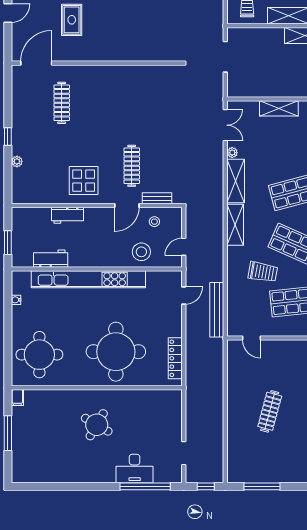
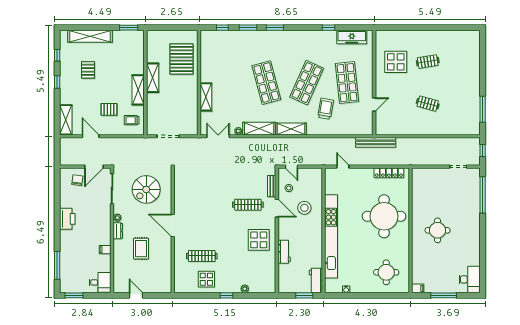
rug: (72, 20) -> (141, 249), turned 90
spiral stairs: (152, 27) -> (146, 189), added
door: (36, 63) -> (173, 226), moved
display table: (30, 109) -> (206, 279), added
door: (184, 247) -> (291, 167), moved
stool: (141, 252) -> (304, 208), moved
workbench: (51, 259) -> (316, 280), moved
bench: (217, 310) -> (376, 142), moved
door: (252, 338) -> (374, 104), moved
round table: (39, 355) -> (386, 272), width x0.73, depth x0.73
clothes rail: (270, 411) -> (428, 104), width x0.73
round table: (97, 425) -> (438, 230), turned -30
desk: (135, 468) -> (470, 279), moved

